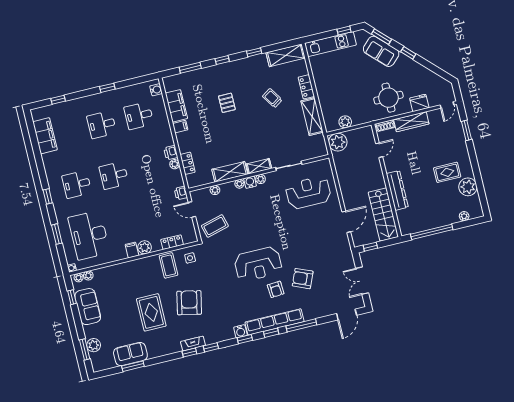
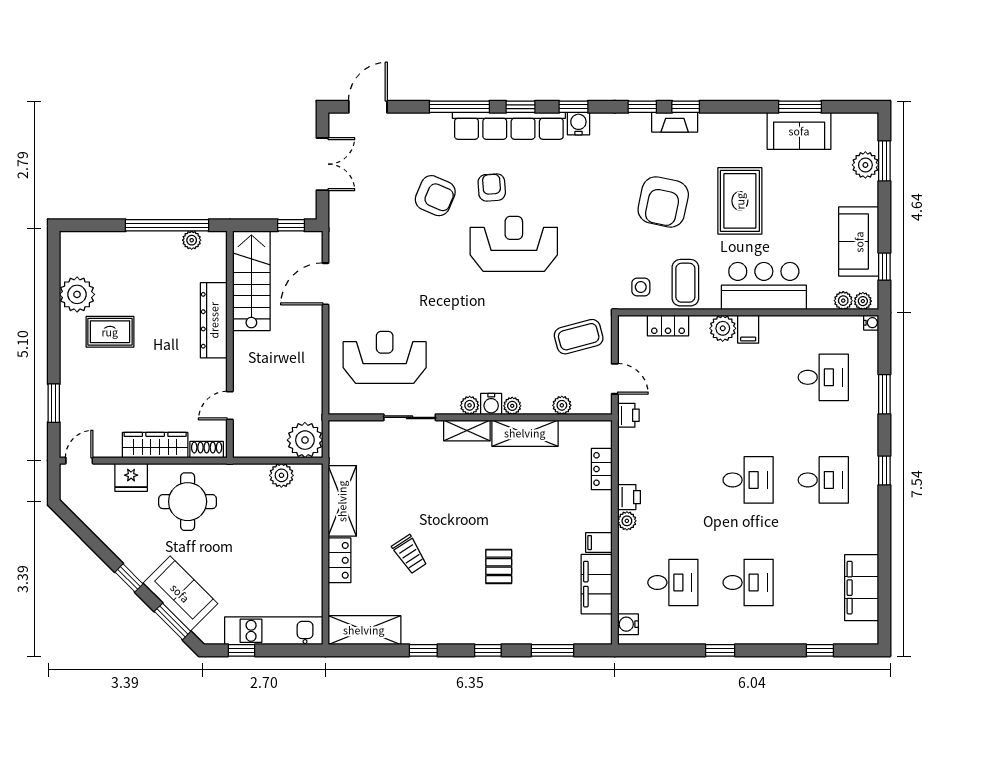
plant: (175, 164) -> (627, 521), moved
reception desk: (308, 193) -> (385, 357), turned 180
plant: (464, 216) -> (192, 240), moved
desk: (89, 235) -> (823, 377), width x0.53, depth x0.77
bar counter: (129, 273) -> (764, 286), added

